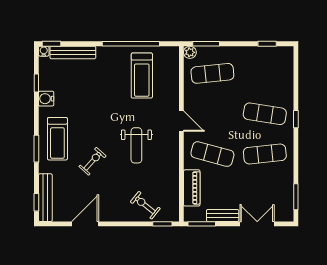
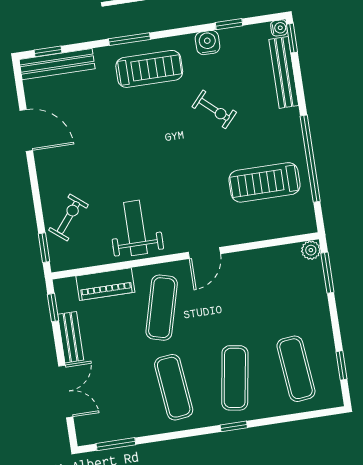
exercise mat: (212, 73) -> (296, 369), moved
treadmill: (57, 139) -> (149, 69), turned 180
weight bench: (136, 145) -> (135, 228), moved, turned 90
exercise bike: (92, 161) -> (214, 109), moved
window: (202, 224) -> (53, 308), width x0.67

